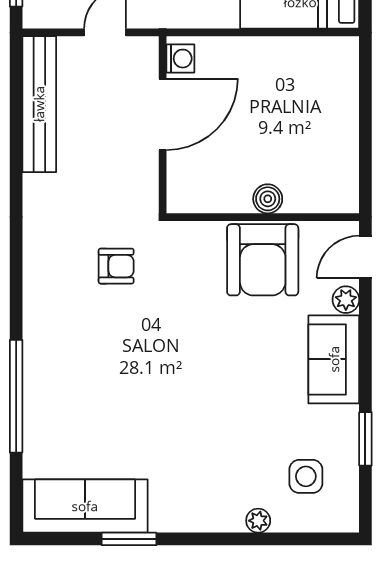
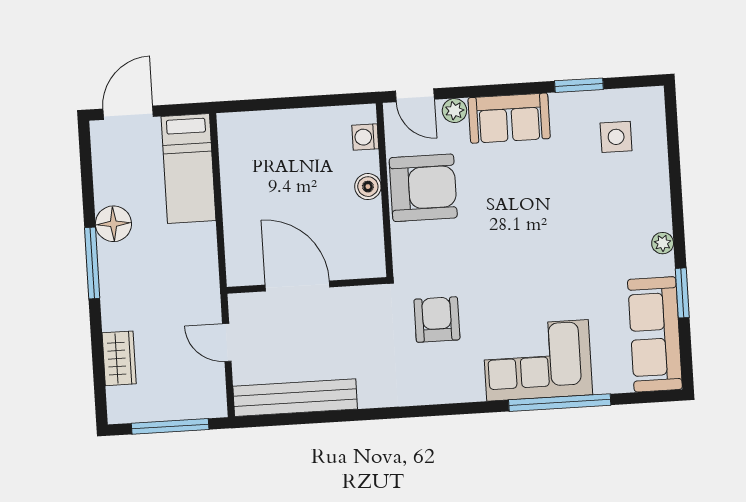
washing machine: (180, 59) -> (365, 137), moved, turned -90
armchair: (116, 266) -> (437, 320), width x1.38, depth x1.38
corner sofa: (64, 375) -> (538, 360), added
plant: (258, 521) -> (663, 243), moved

